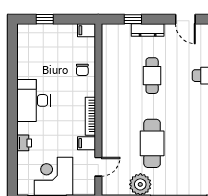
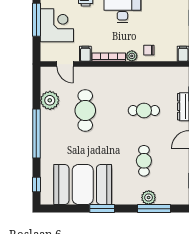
plant: (89, 90) -> (132, 56), added
cafe table: (152, 143) -> (85, 110), turned 90

